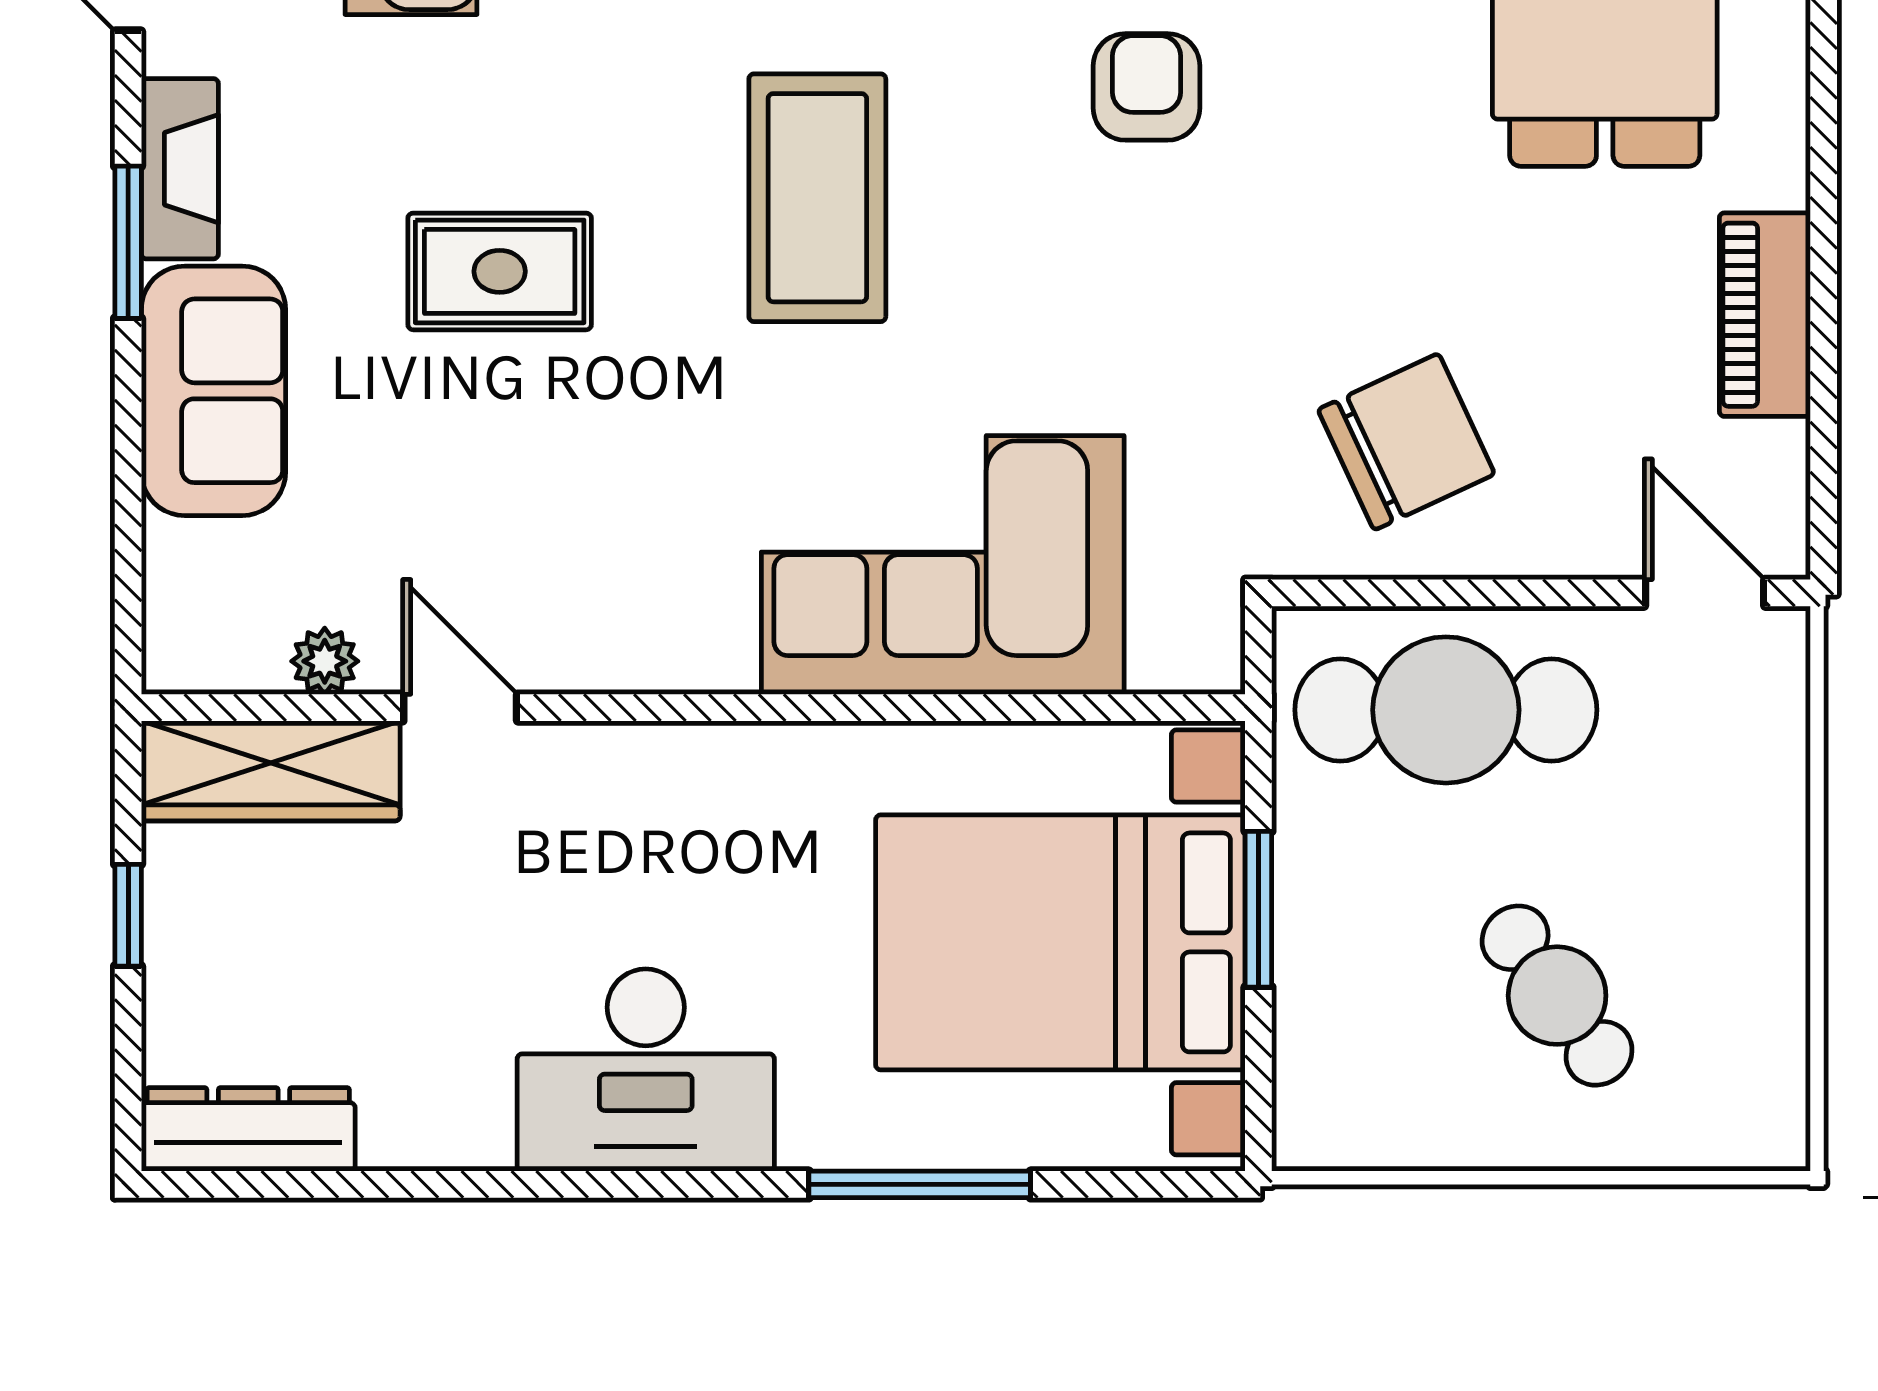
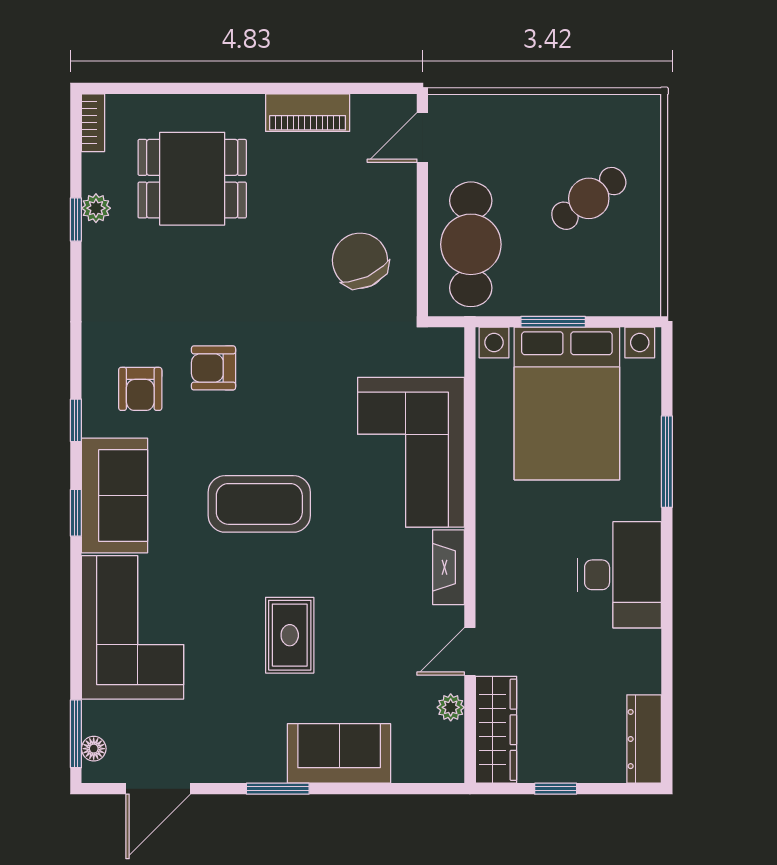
fireplace: (180, 169) -> (448, 567), moved, turned -90

